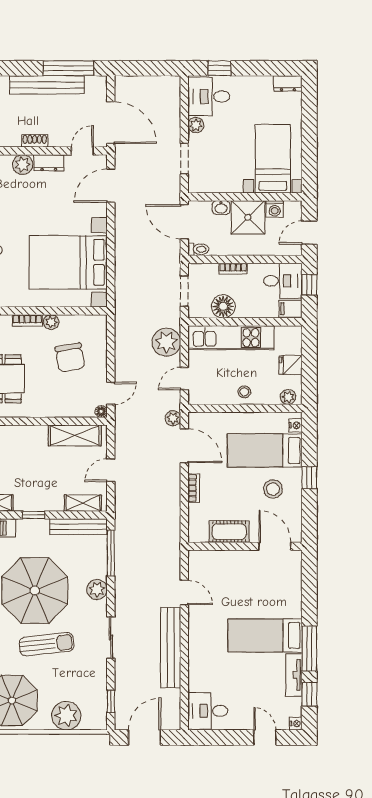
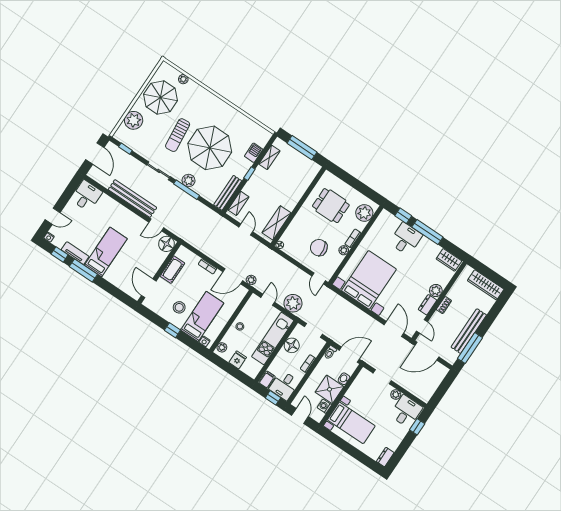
door: (111, 393) -> (319, 278), moved
door: (275, 546) -> (149, 288), swing flipped
window: (111, 553) -> (187, 190), moved
floor lamp: (200, 562) -> (167, 244), added

